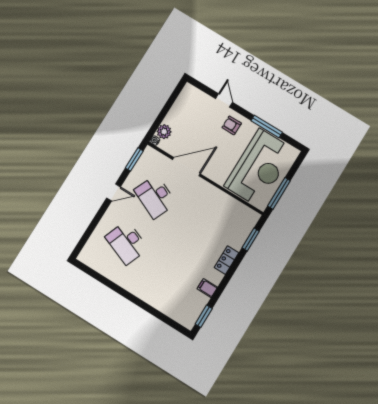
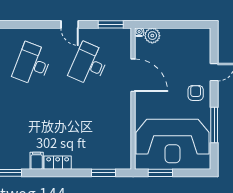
window: (279, 193) -> (160, 173), width x0.69
locker: (227, 260) -> (58, 163), moved

